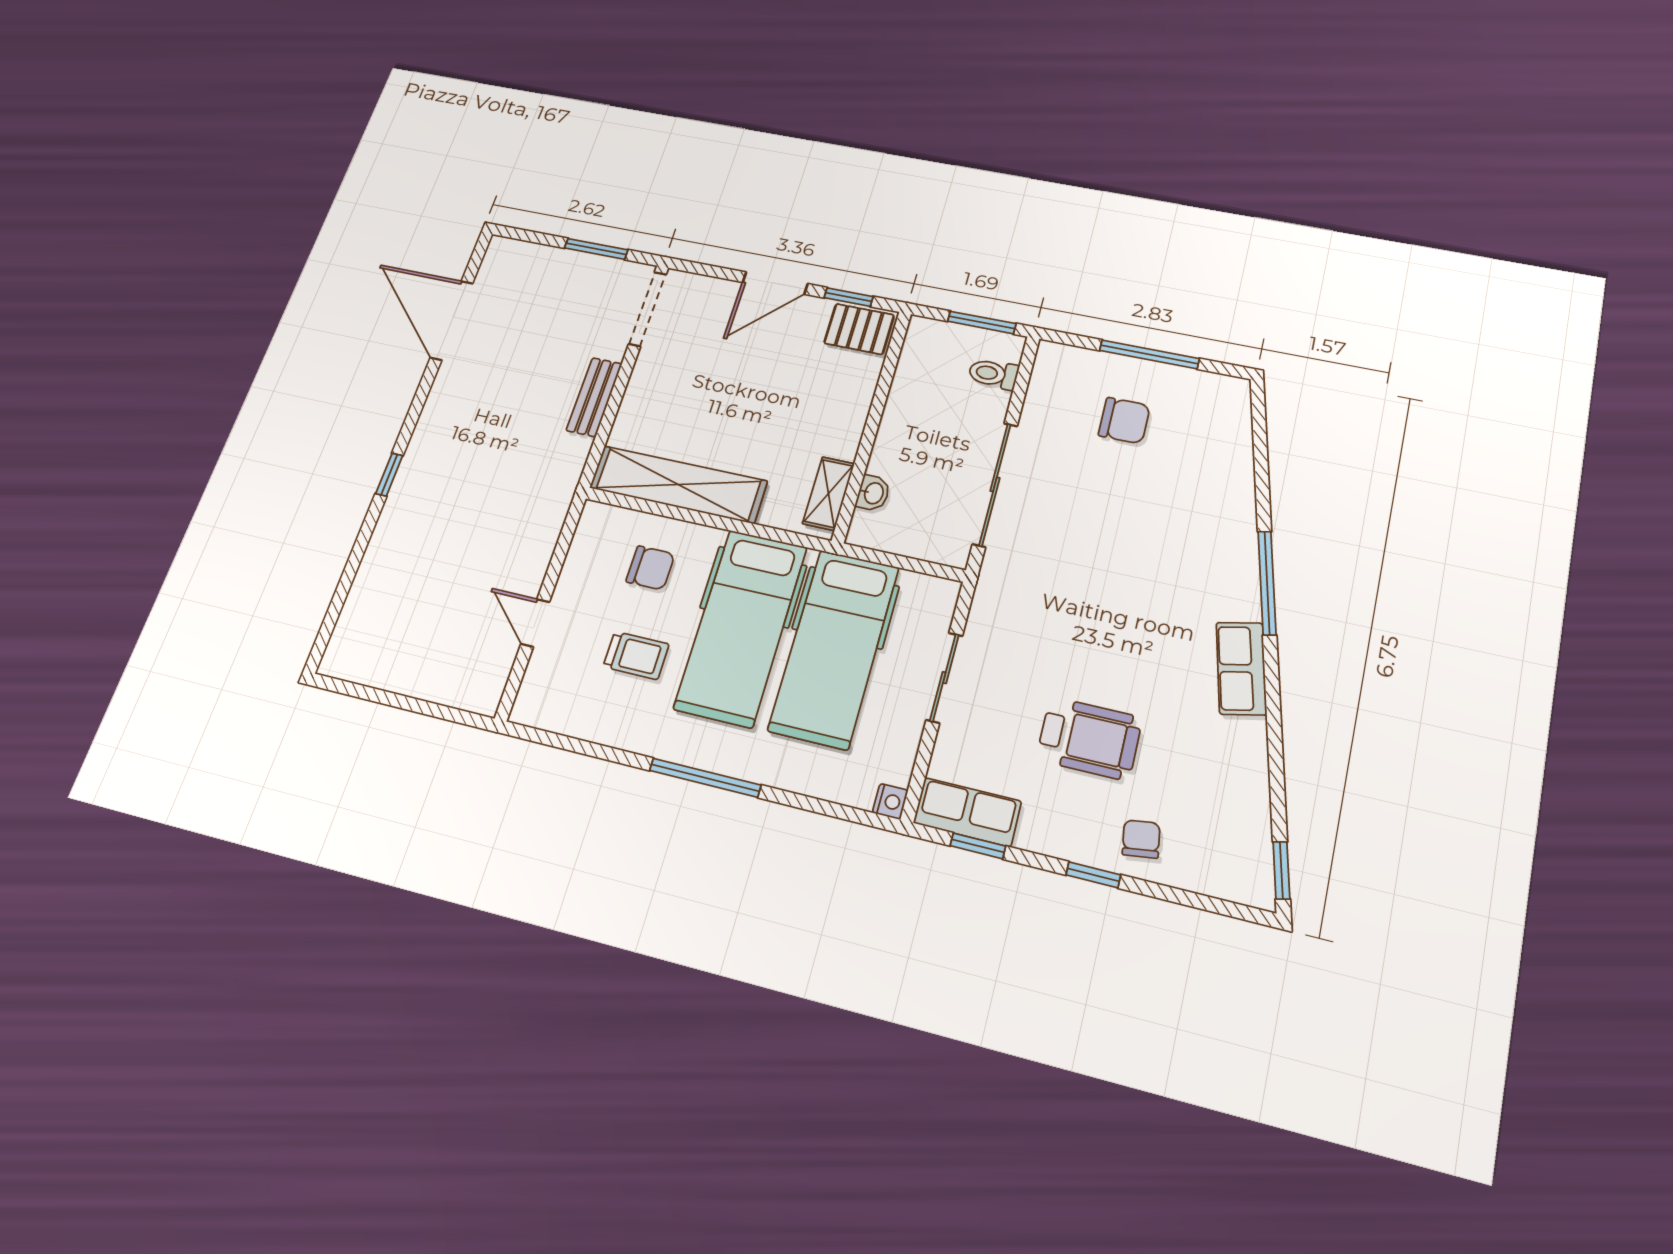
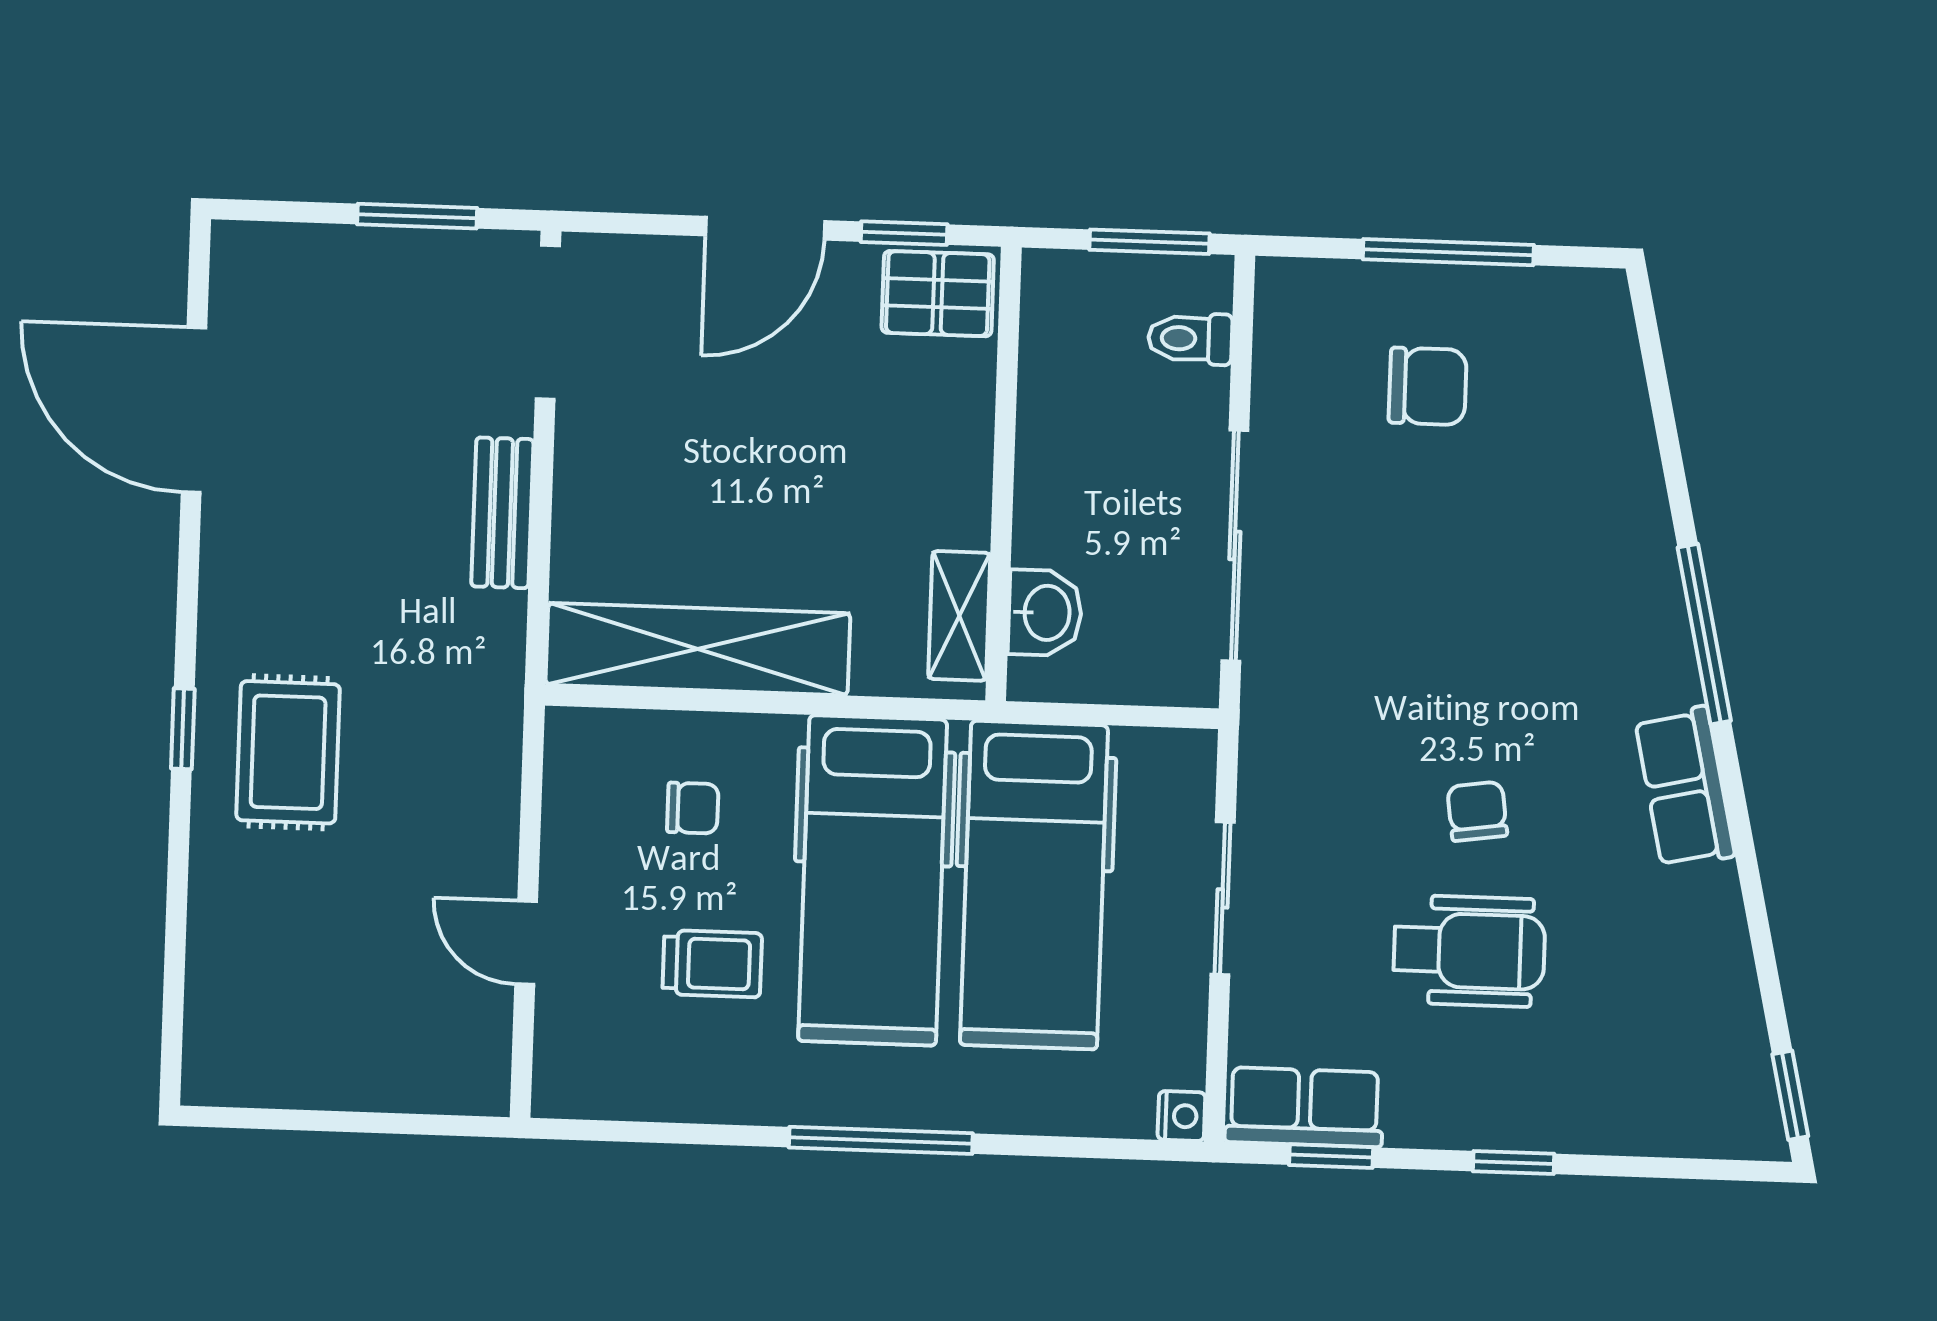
washbasin: (873, 493) -> (1045, 613), width x1.38, depth x1.45
rug: (440, 497) -> (288, 752), added
chair: (650, 568) -> (693, 808), width x0.73, depth x0.73
chair: (1141, 839) -> (1477, 811), moved

